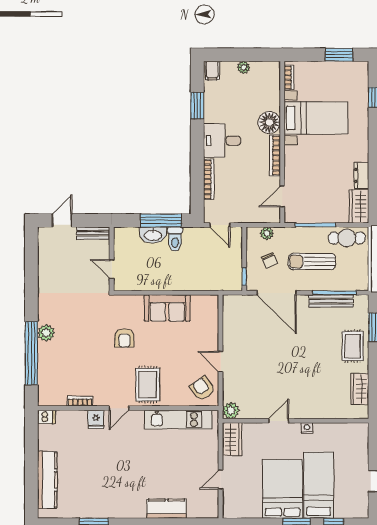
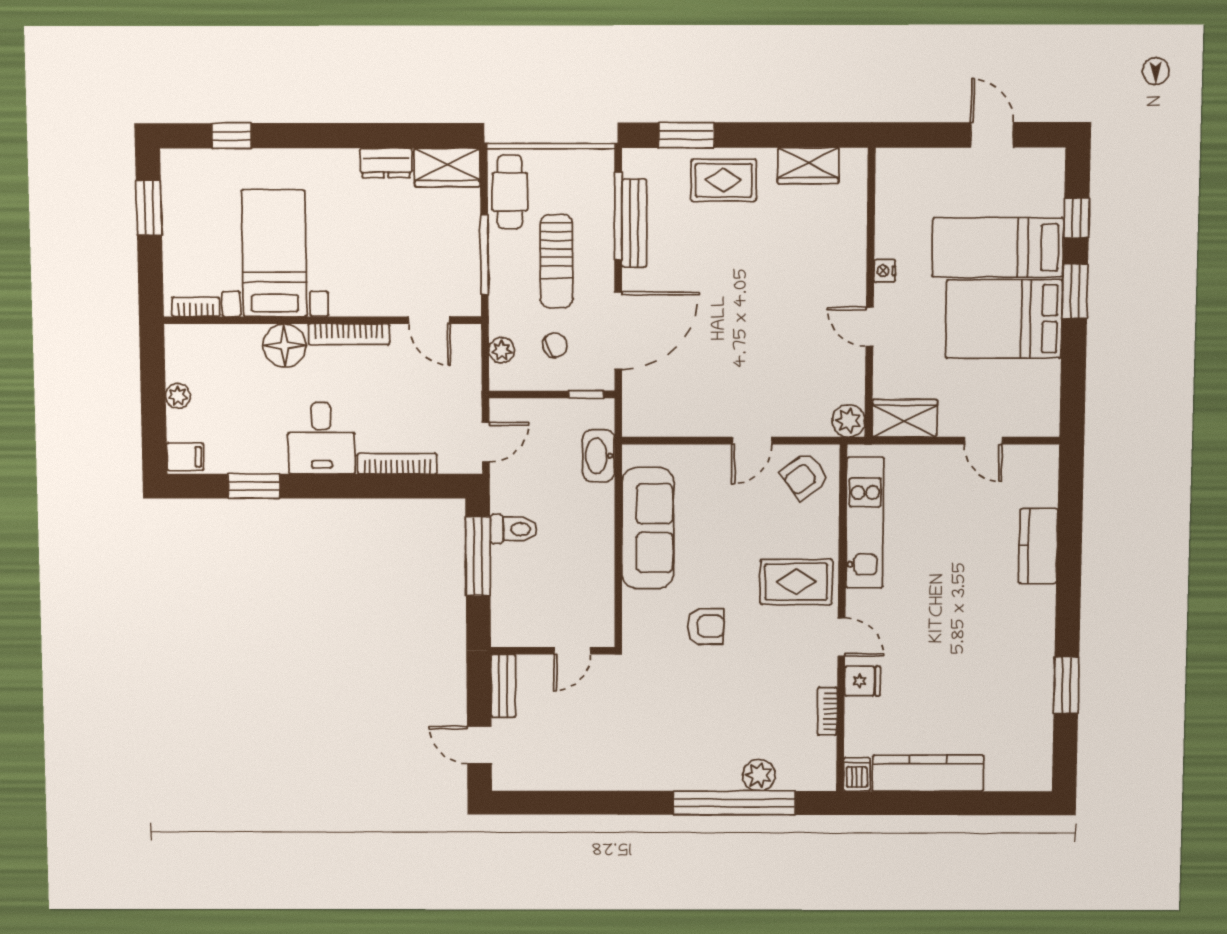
washbasin: (153, 235) -> (599, 456), moved, turned 180
sofa: (167, 308) -> (648, 528), width x1.36
plant: (46, 333) -> (759, 775), moved
kitchen counter: (47, 480) -> (928, 773), moved

